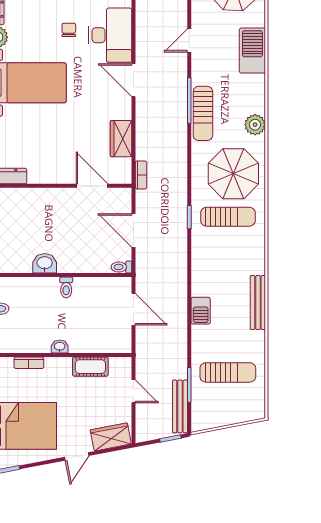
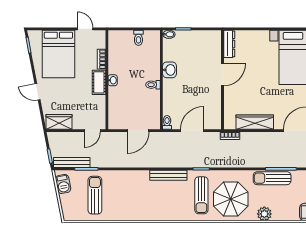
wardrobe: (121, 139) -> (255, 122), width x1.50
door: (92, 186) -> (223, 75), moved
bench: (258, 302) -> (168, 175), moved
barbecue: (201, 311) -> (63, 184), moved, turned -101
cot: (90, 367) -> (99, 82), moved
sun lounger: (228, 372) -> (95, 195), turned 180
door: (133, 391) -> (92, 131), moved
wardrobe: (111, 437) -> (59, 122), moved, turned -79

